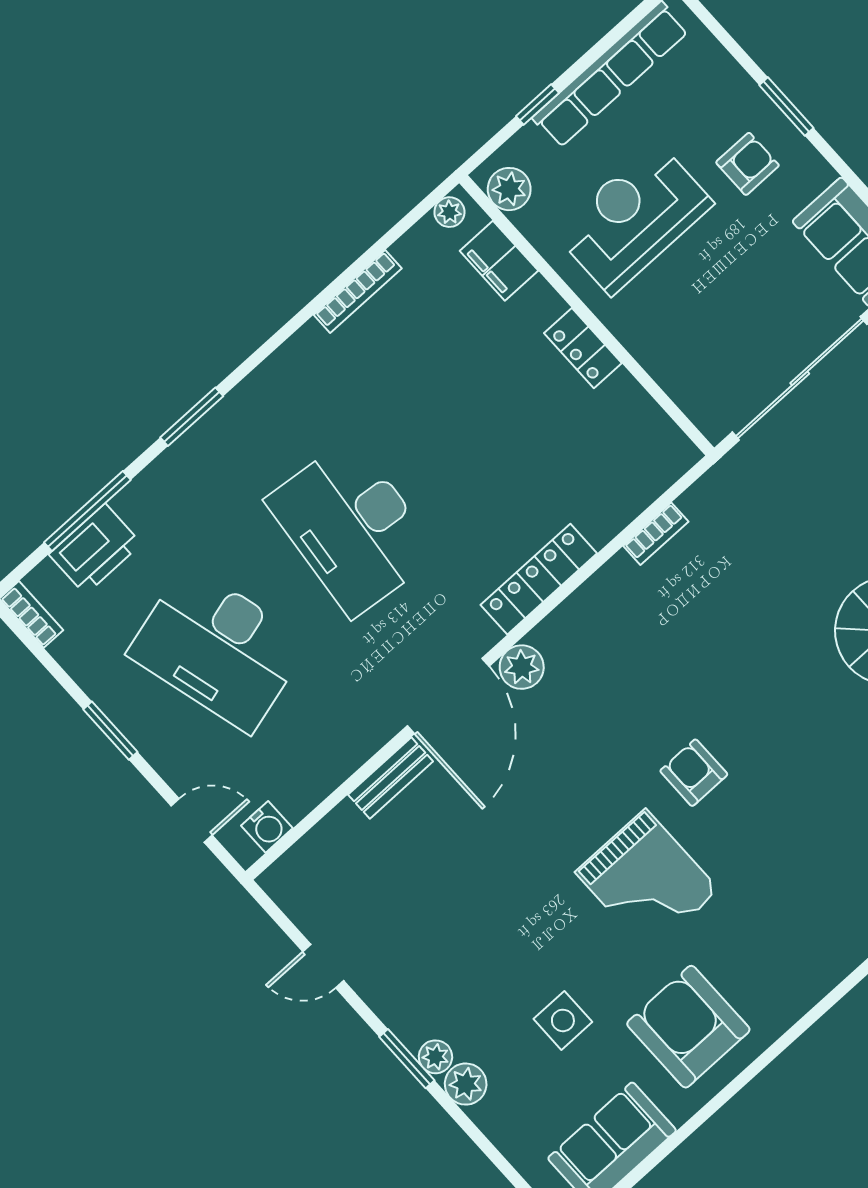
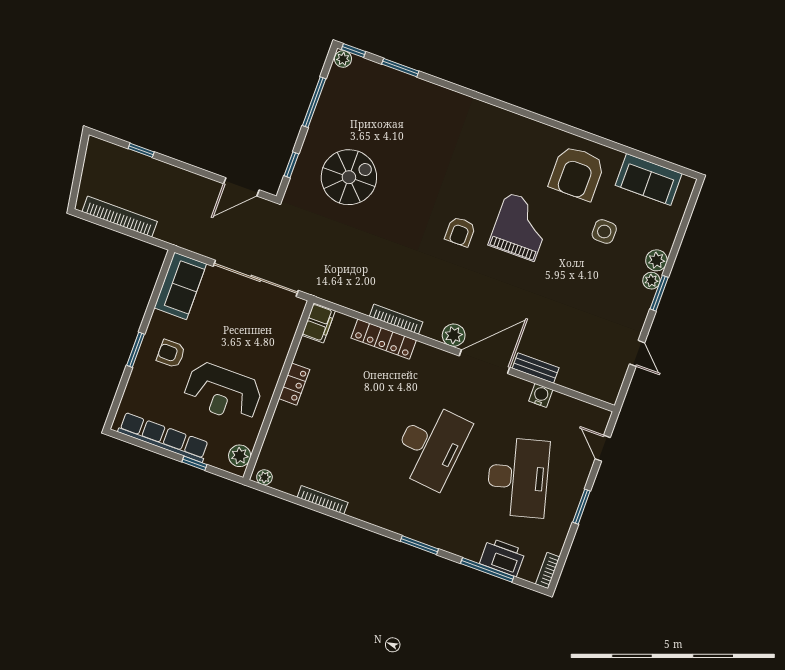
filing cabinet: (499, 261) -> (318, 323), moved
bookcase: (656, 534) -> (396, 319), moved, width x1.56
locker: (539, 579) -> (384, 339), moved
water cooler: (267, 827) -> (541, 395), moved

